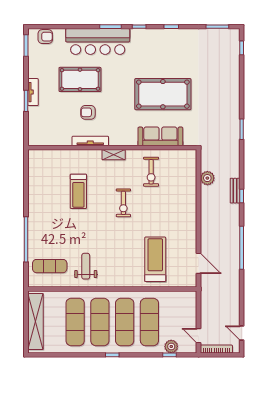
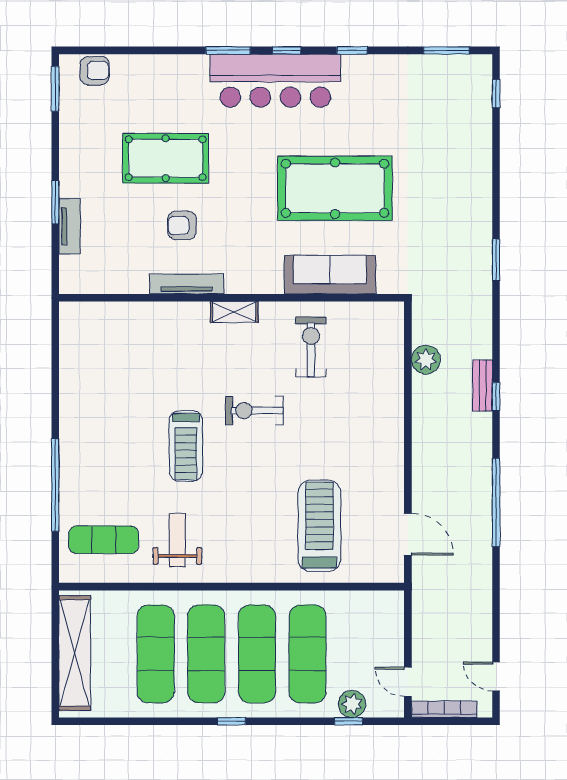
bar counter: (98, 42) -> (275, 81), moved
tv unit: (33, 92) -> (70, 226), moved
exercise bike: (151, 172) -> (311, 347), turned 180
treadmill: (78, 191) -> (186, 446), moved
exercise bike: (123, 203) -> (254, 411), turned 90

